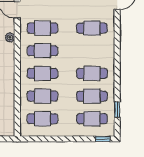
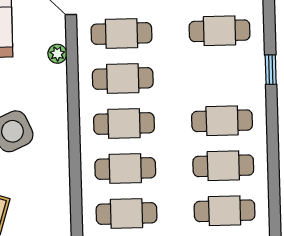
window: (117, 109) -> (271, 70), moved

